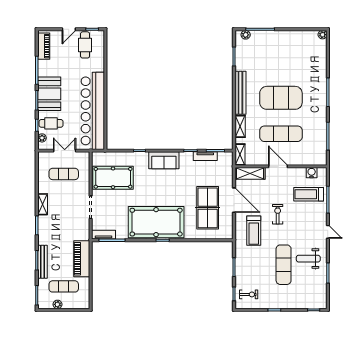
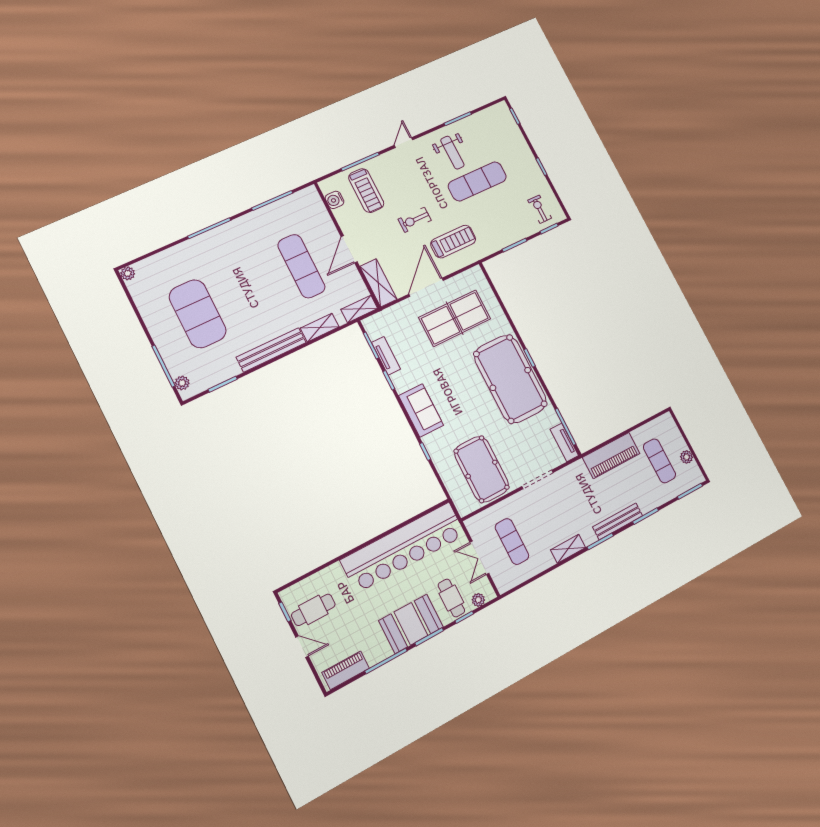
exercise mat: (281, 98) -> (198, 314), moved
bench: (43, 262) -> (618, 521), moved

